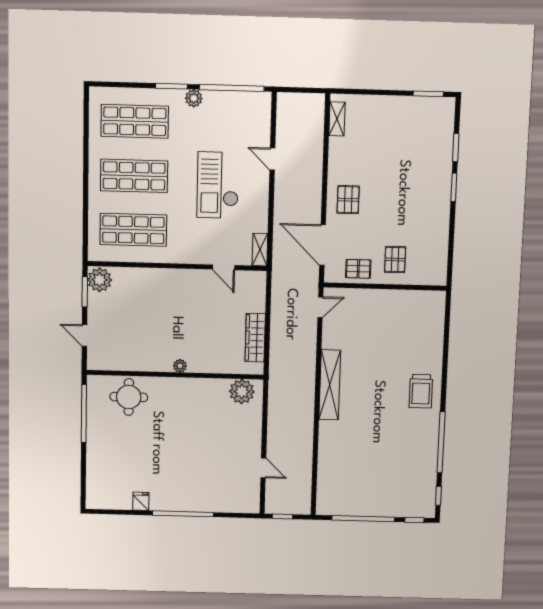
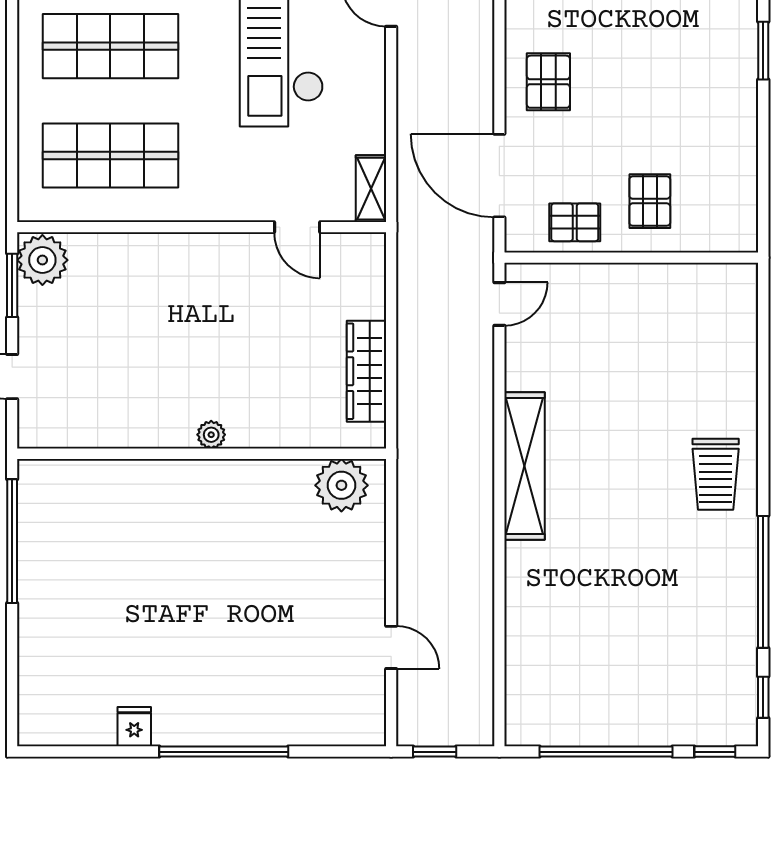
round table: (129, 397) -> (106, 503), removed

